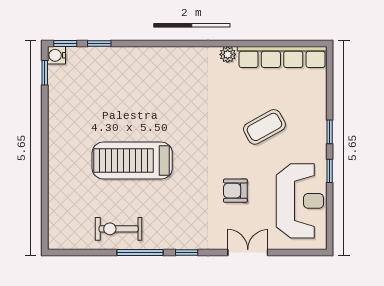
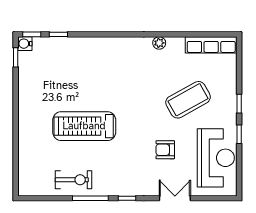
row of seats: (282, 57) -> (211, 45), width x0.73
coffee table: (264, 127) -> (188, 100), width x1.36, depth x1.32
exercise bike: (119, 229) -> (74, 180), turned 180

